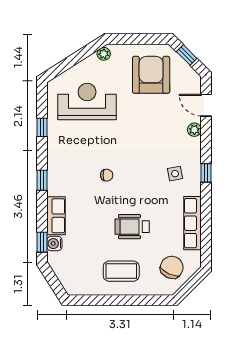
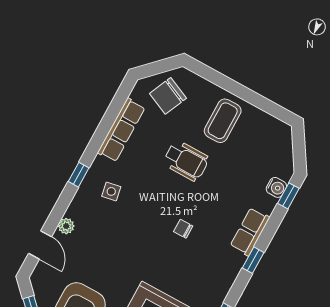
row of seats: (56, 216) -> (250, 232), moved
coffee table: (121, 271) -> (223, 121), turned 90

